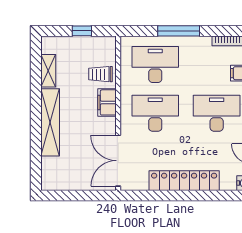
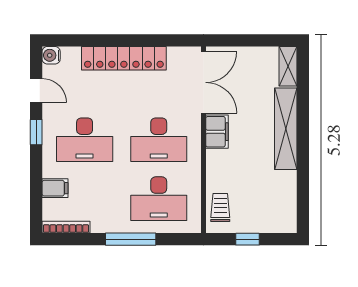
shelving: (48, 71) -> (288, 66), moved
trolley: (101, 74) -> (220, 208), moved, turned -90
filing cabinet: (107, 102) -> (217, 132), moved

